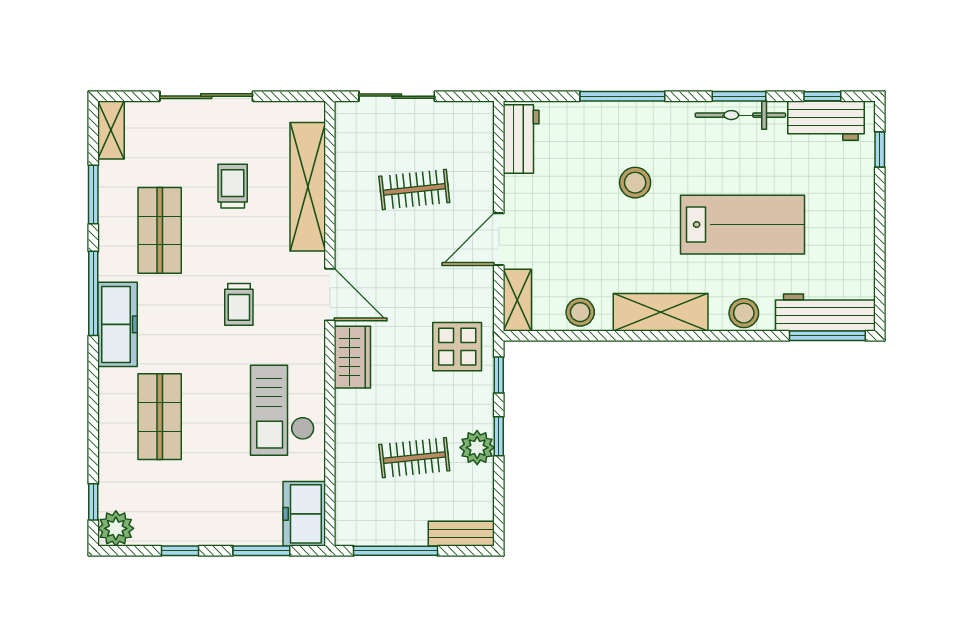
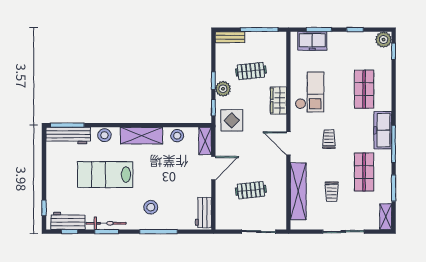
stool: (635, 183) -> (151, 207), moved
wardrobe: (352, 357) -> (278, 101), moved
plant: (477, 448) -> (223, 89), moved
freezer: (304, 514) -> (312, 41), moved, turned 90

